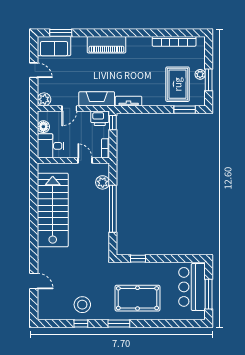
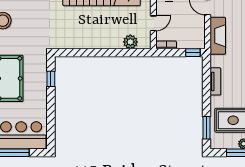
tv unit: (129, 101) -> (215, 81), moved
printer: (100, 118) -> (197, 39), removed
window: (113, 209) -> (103, 53), removed

